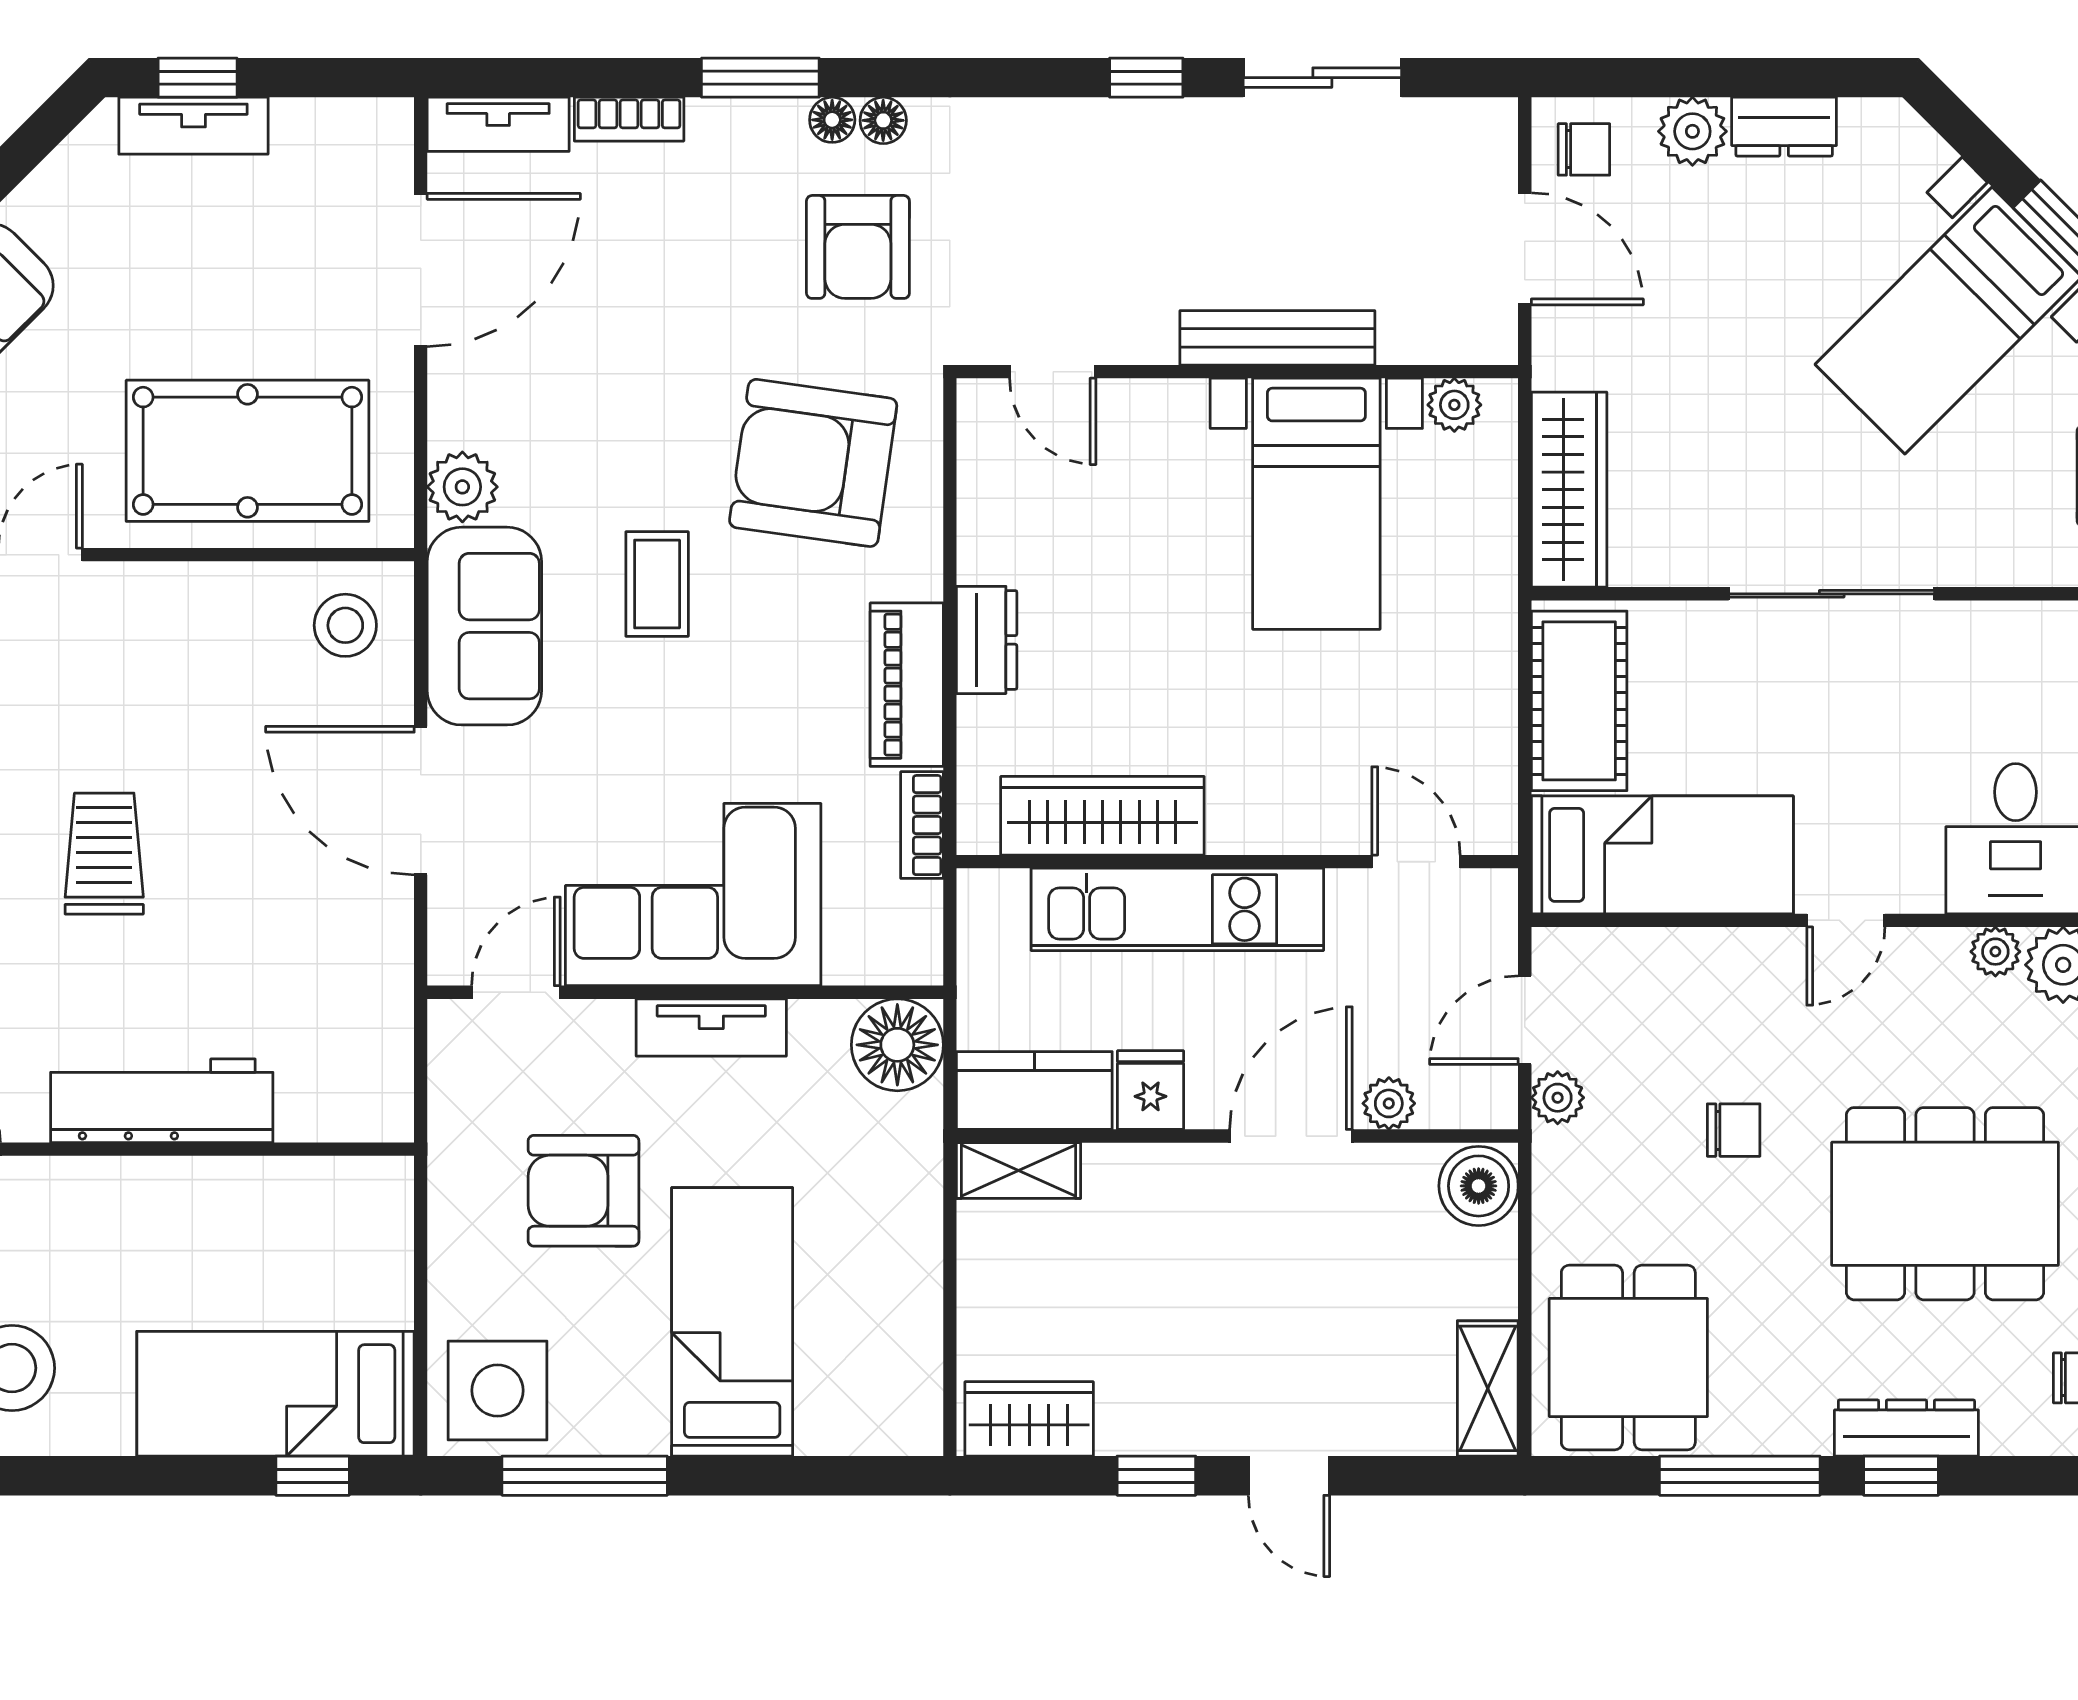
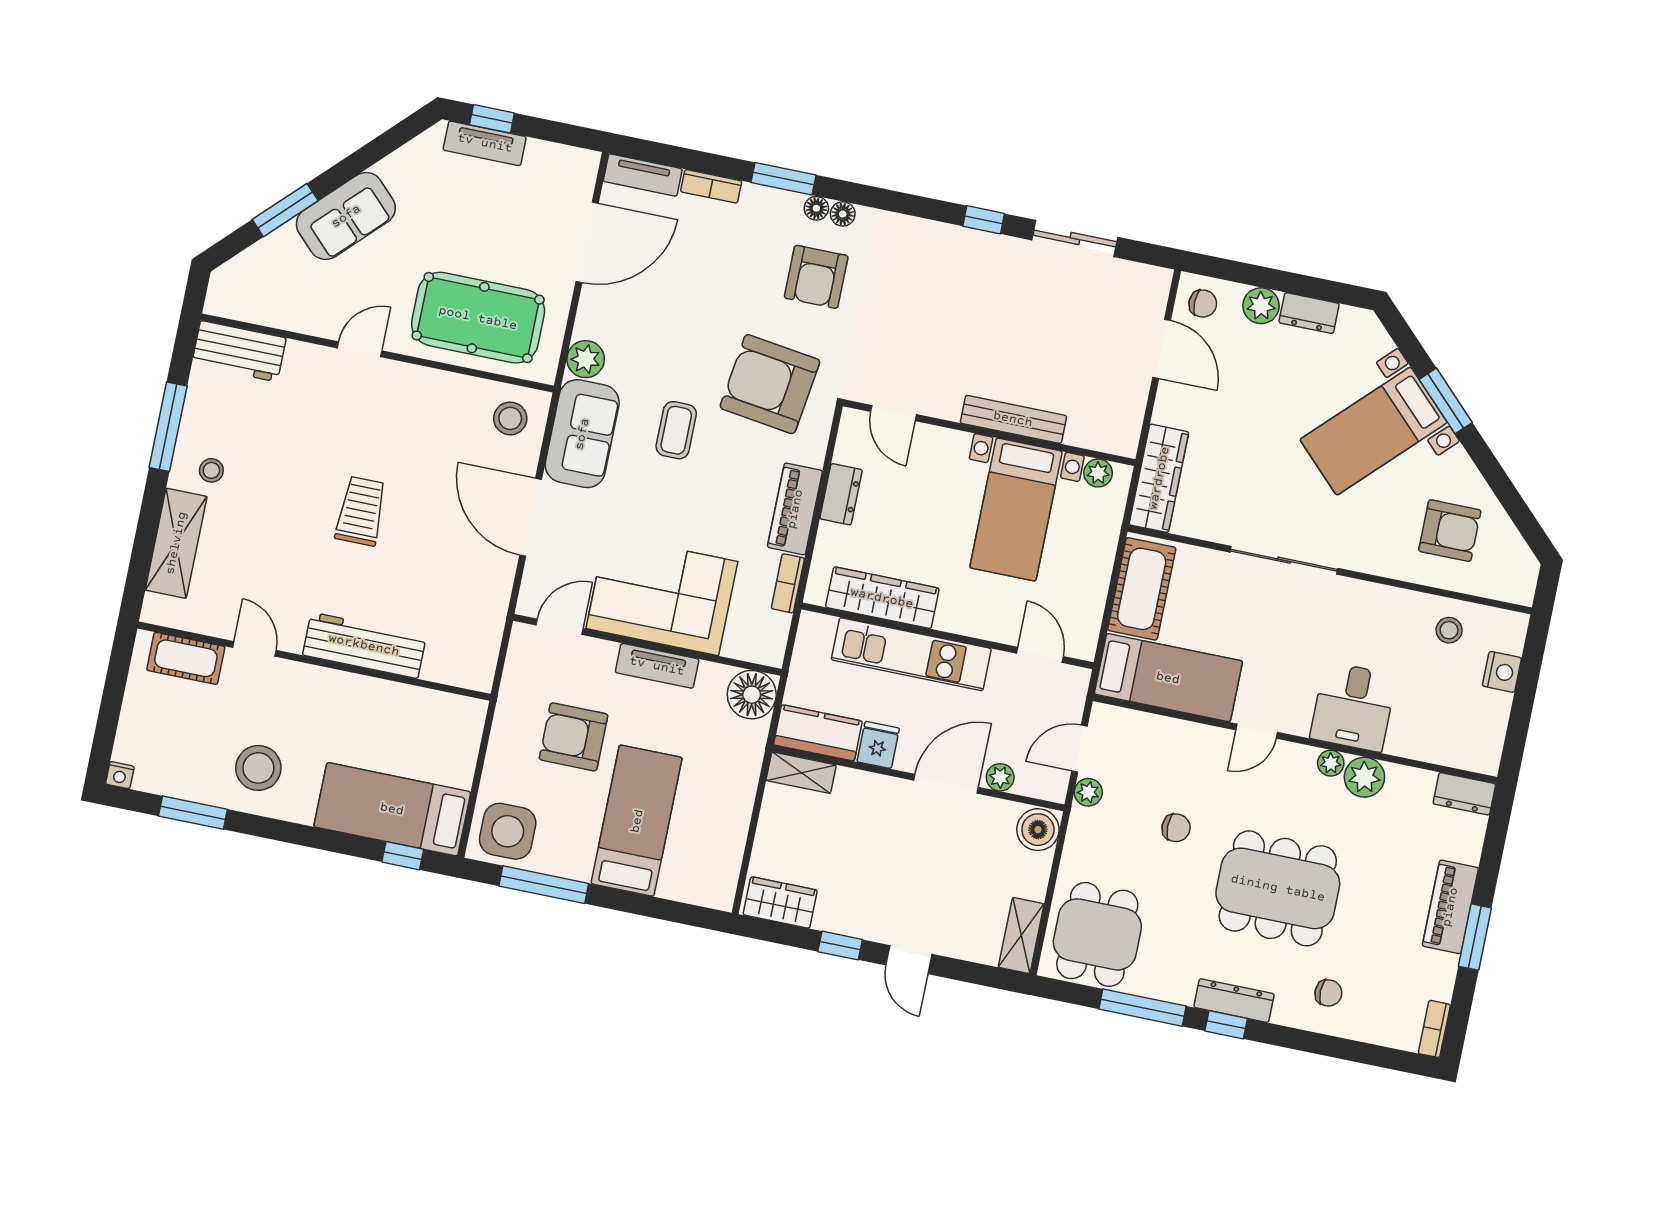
bench: (1277, 338) -> (1013, 419), moved
door: (1053, 372) -> (893, 413), moved
wall: (1237, 372) -> (989, 433), moved
plant: (1454, 405) -> (1098, 473), moved
bed with nightstands: (1316, 504) -> (1016, 510), moved

